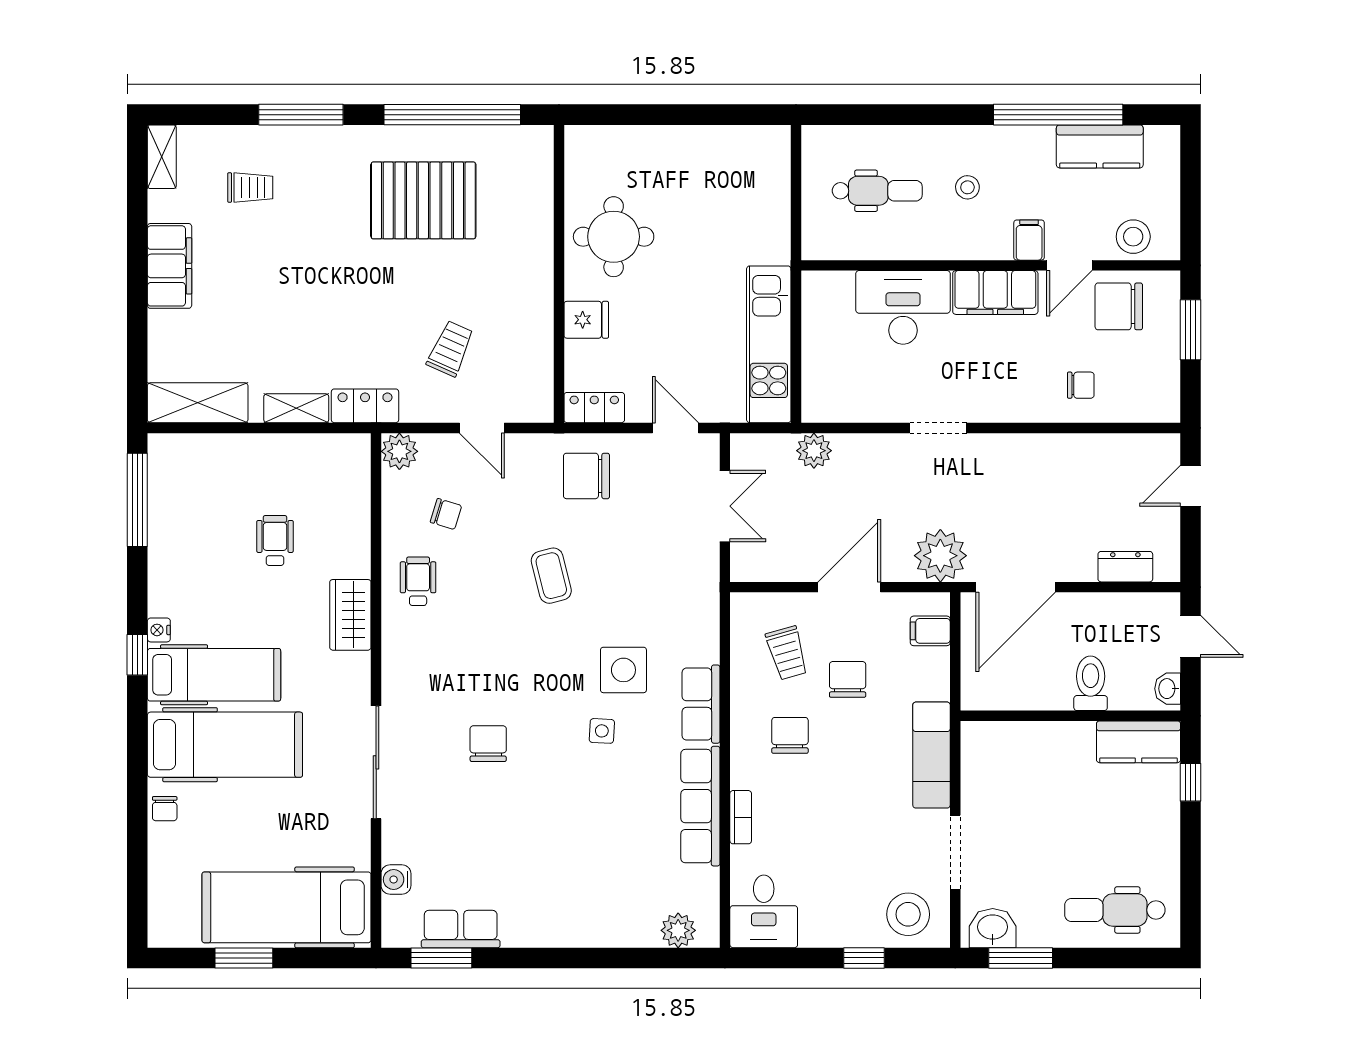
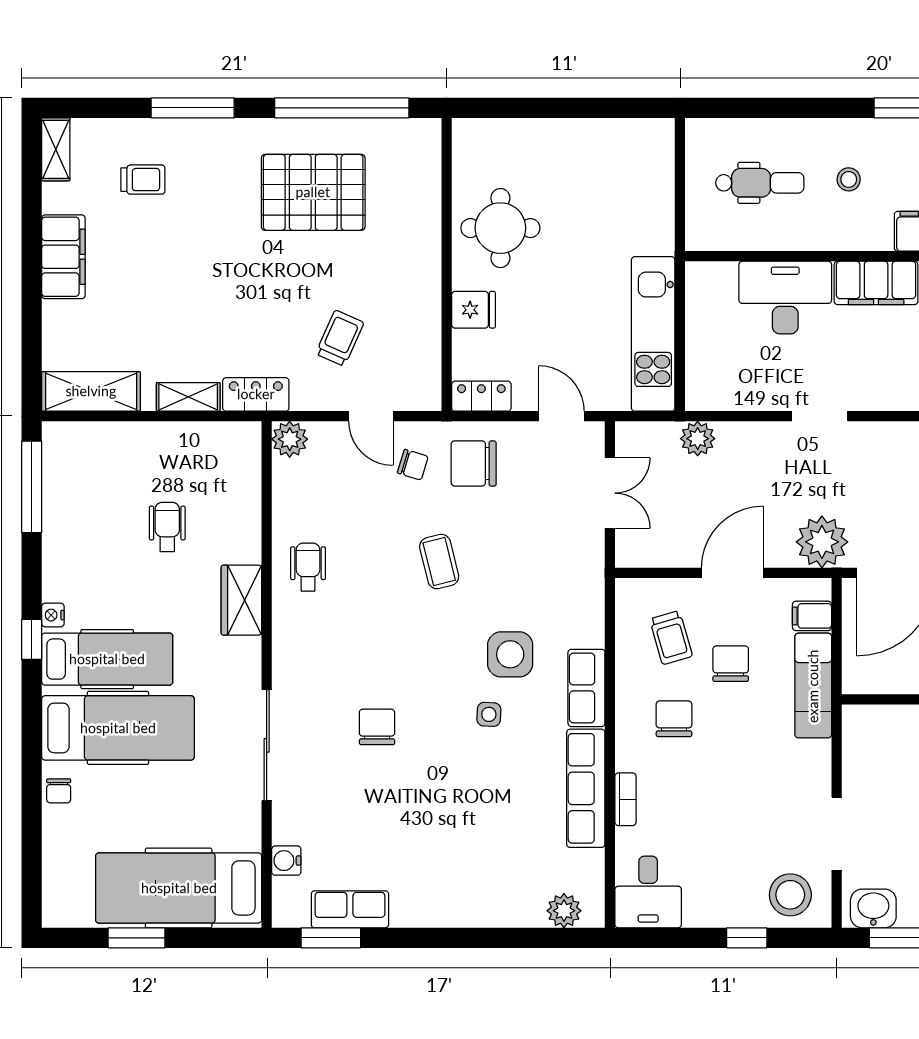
chair: (446, 514) -> (413, 465), moved
exam couch: (931, 755) -> (813, 686), moved

